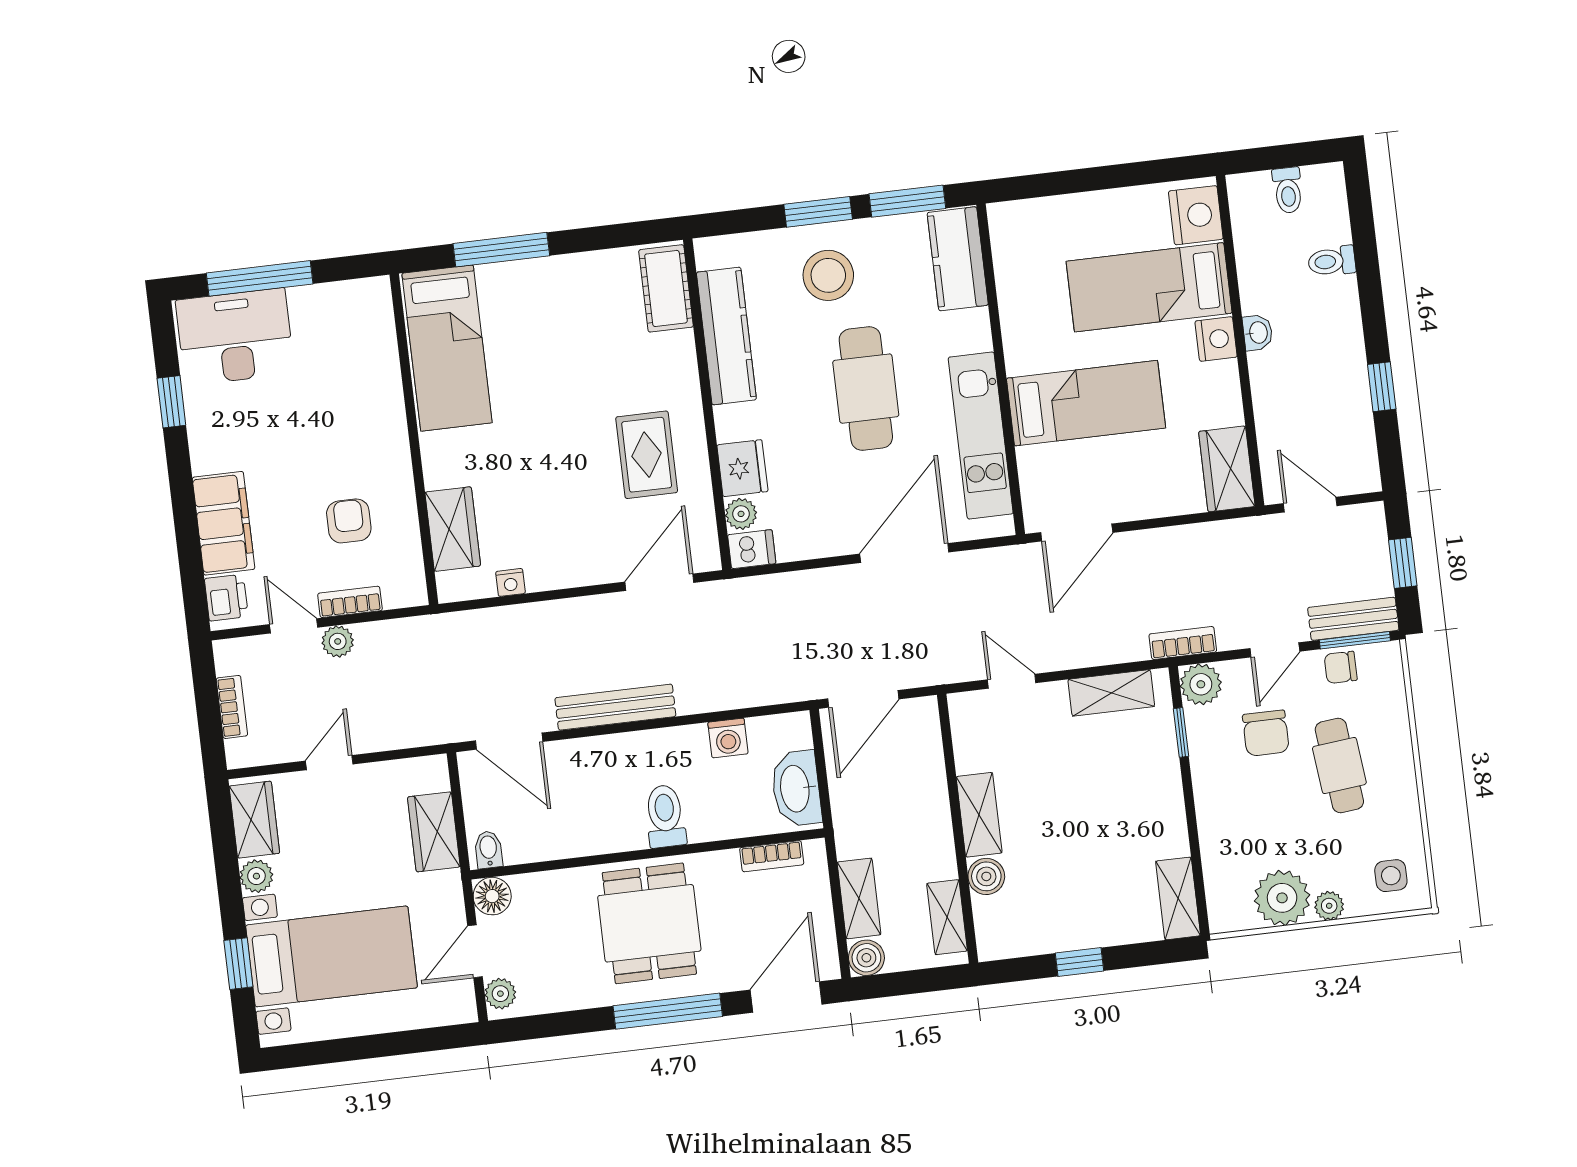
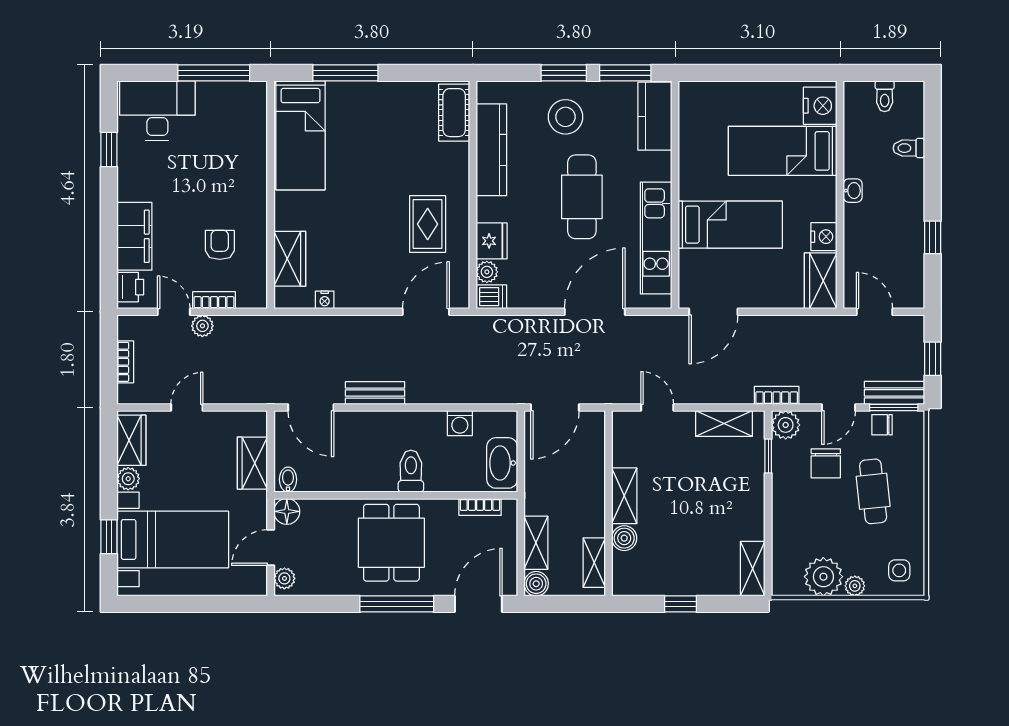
window: (260, 278) -> (214, 73), moved
nightstand: (1216, 339) -> (824, 237), moved
bench: (615, 707) -> (375, 393), width x0.73

